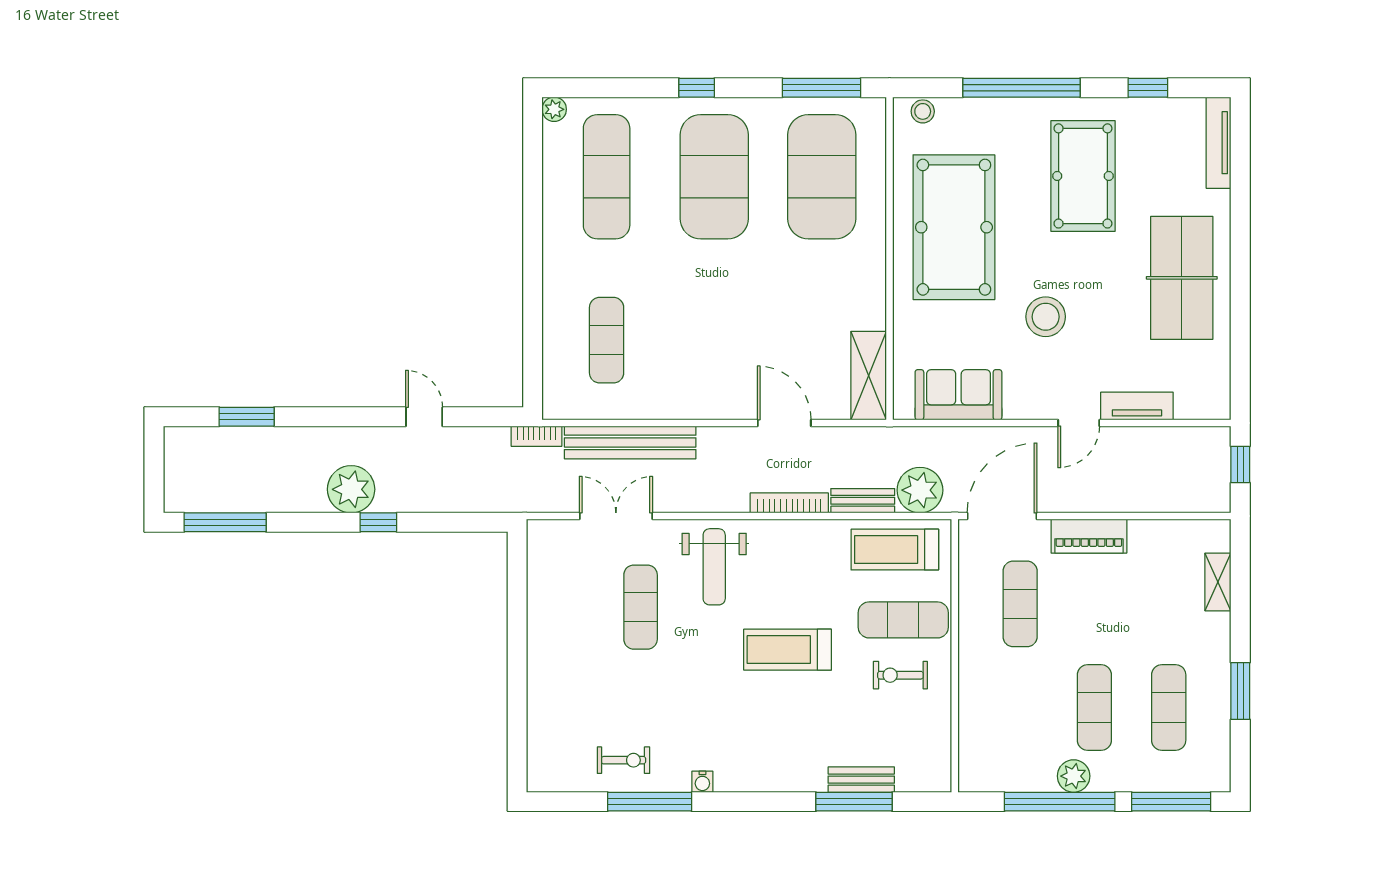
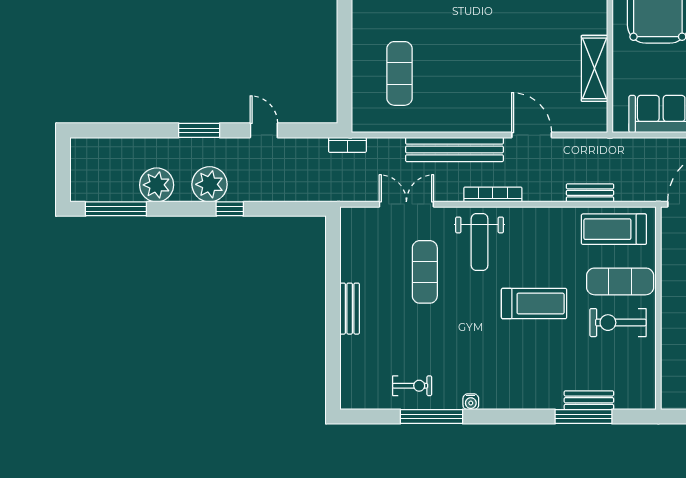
shelving: (869, 376) -> (594, 68), moved
window: (247, 417) -> (199, 130), moved
bench: (630, 442) -> (454, 149), moved
plant: (920, 490) -> (157, 185), moved
bookcase: (789, 503) -> (493, 194), moved
treadmill: (787, 650) -> (534, 304), turned 180
bench: (539, 656) -> (350, 309), added
exercise bike: (900, 675) -> (618, 323), width x1.38, depth x1.39

